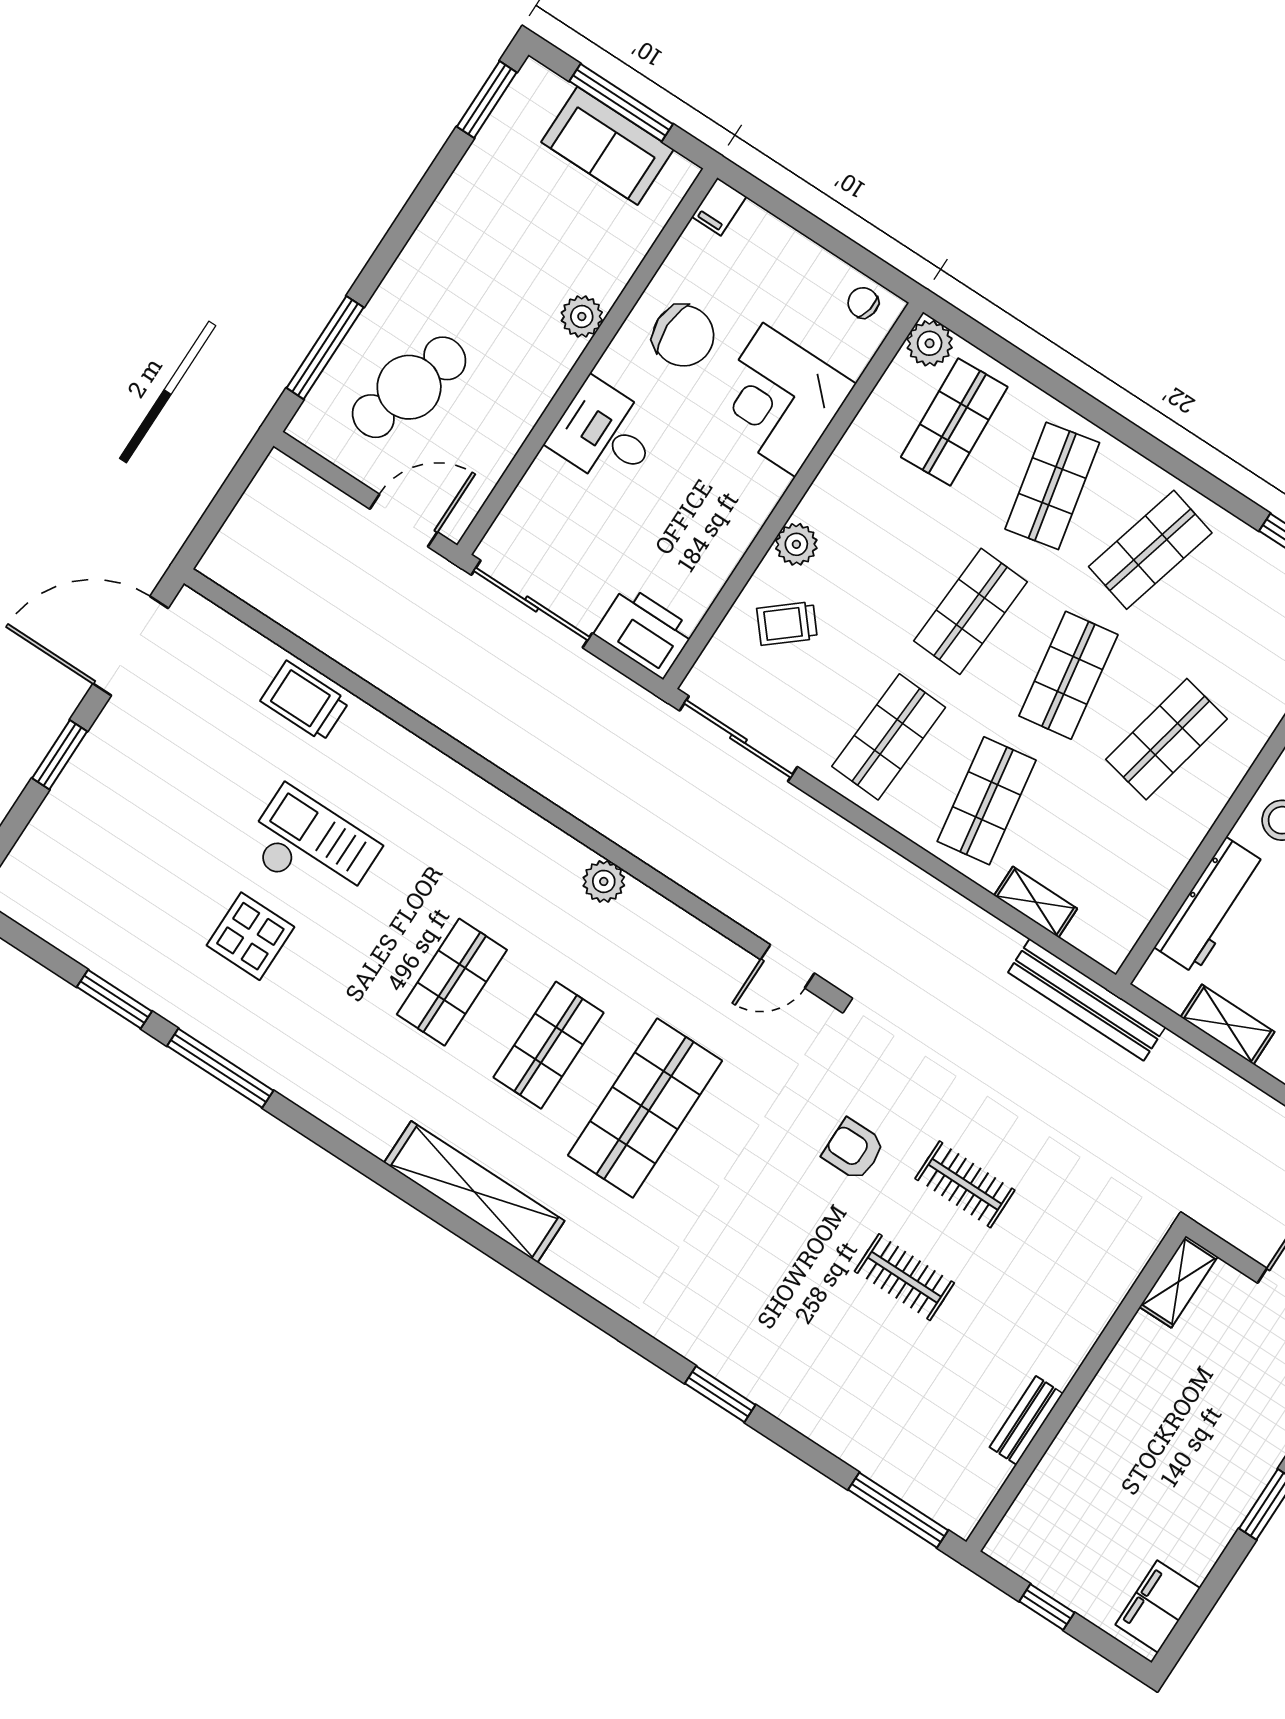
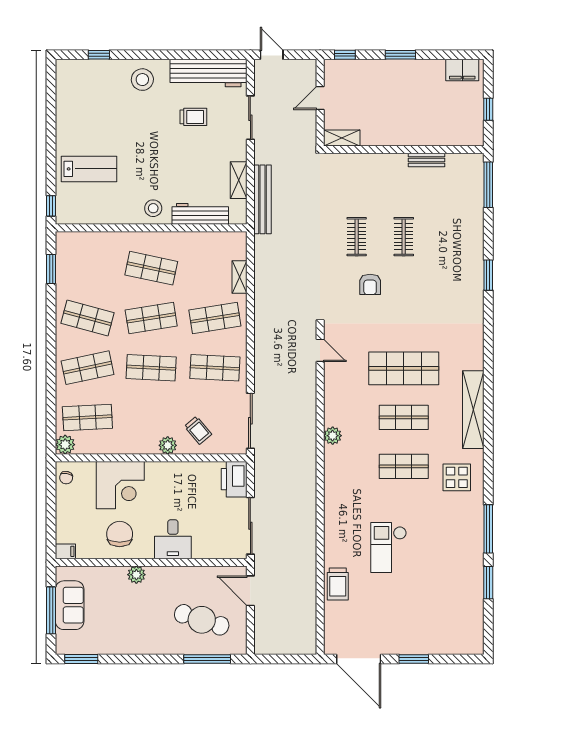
display table: (250, 936) -> (457, 477), moved
bench: (1087, 1000) -> (263, 199), moved

